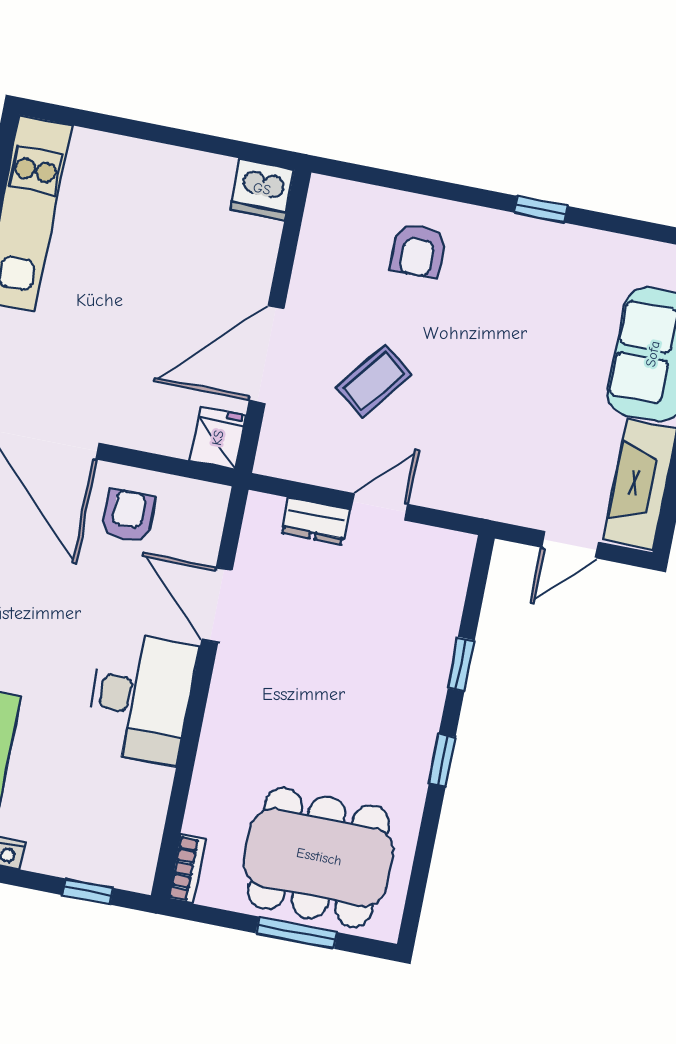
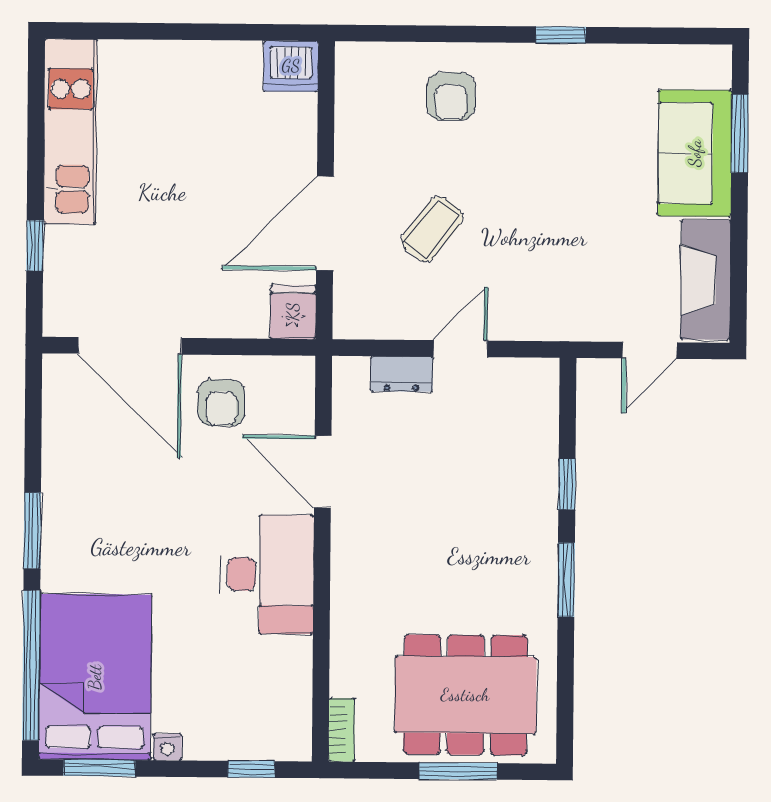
armchair: (128, 516) -> (221, 403), turned 180
window: (442, 760) -> (566, 580), width x1.50

